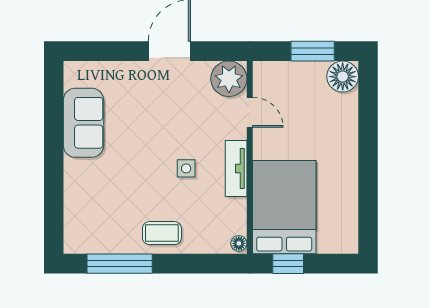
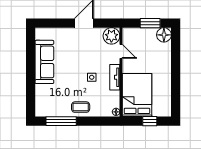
sofa: (83, 123) -> (44, 62), width x1.36
window: (288, 264) -> (150, 121), moved

